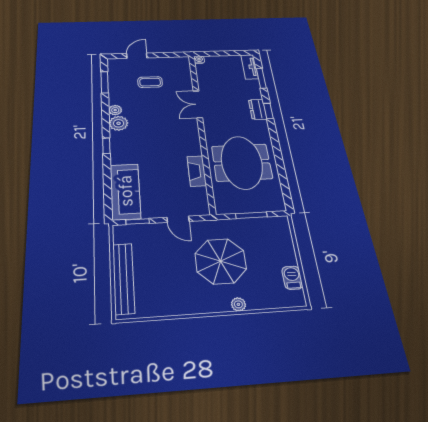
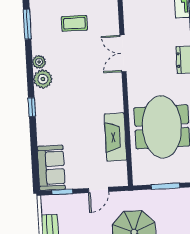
fireplace: (197, 171) -> (116, 137), width x1.37, depth x1.32
sofa: (125, 191) -> (51, 168), width x0.73
door: (178, 219) -> (99, 190), hinge flipped

